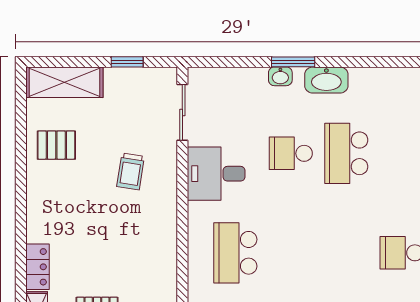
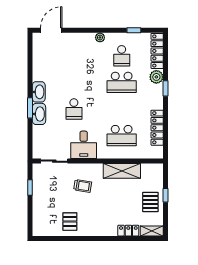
washbasin: (280, 76) -> (39, 114), width x1.91, depth x1.45
shelving: (64, 82) -> (122, 171), moved, turned 90
school desk: (346, 153) -> (122, 82), moved

